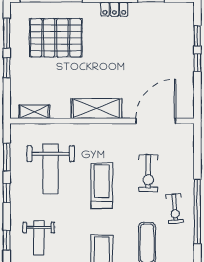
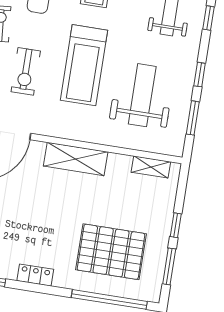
exercise bike: (148, 173) -> (26, 71), turned 180
treadmill: (102, 186) -> (84, 65), width x1.37, depth x1.38

